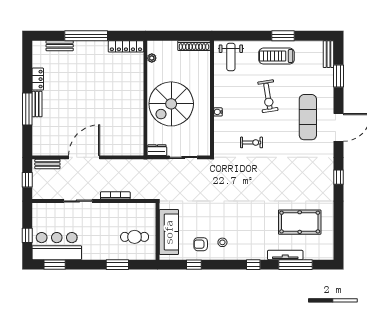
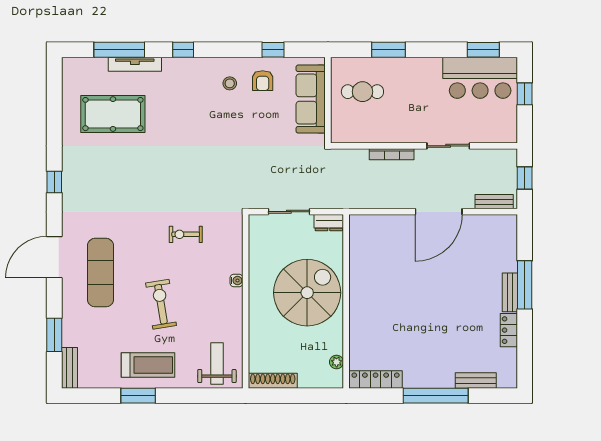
armchair: (201, 244) -> (263, 81), turned 90

